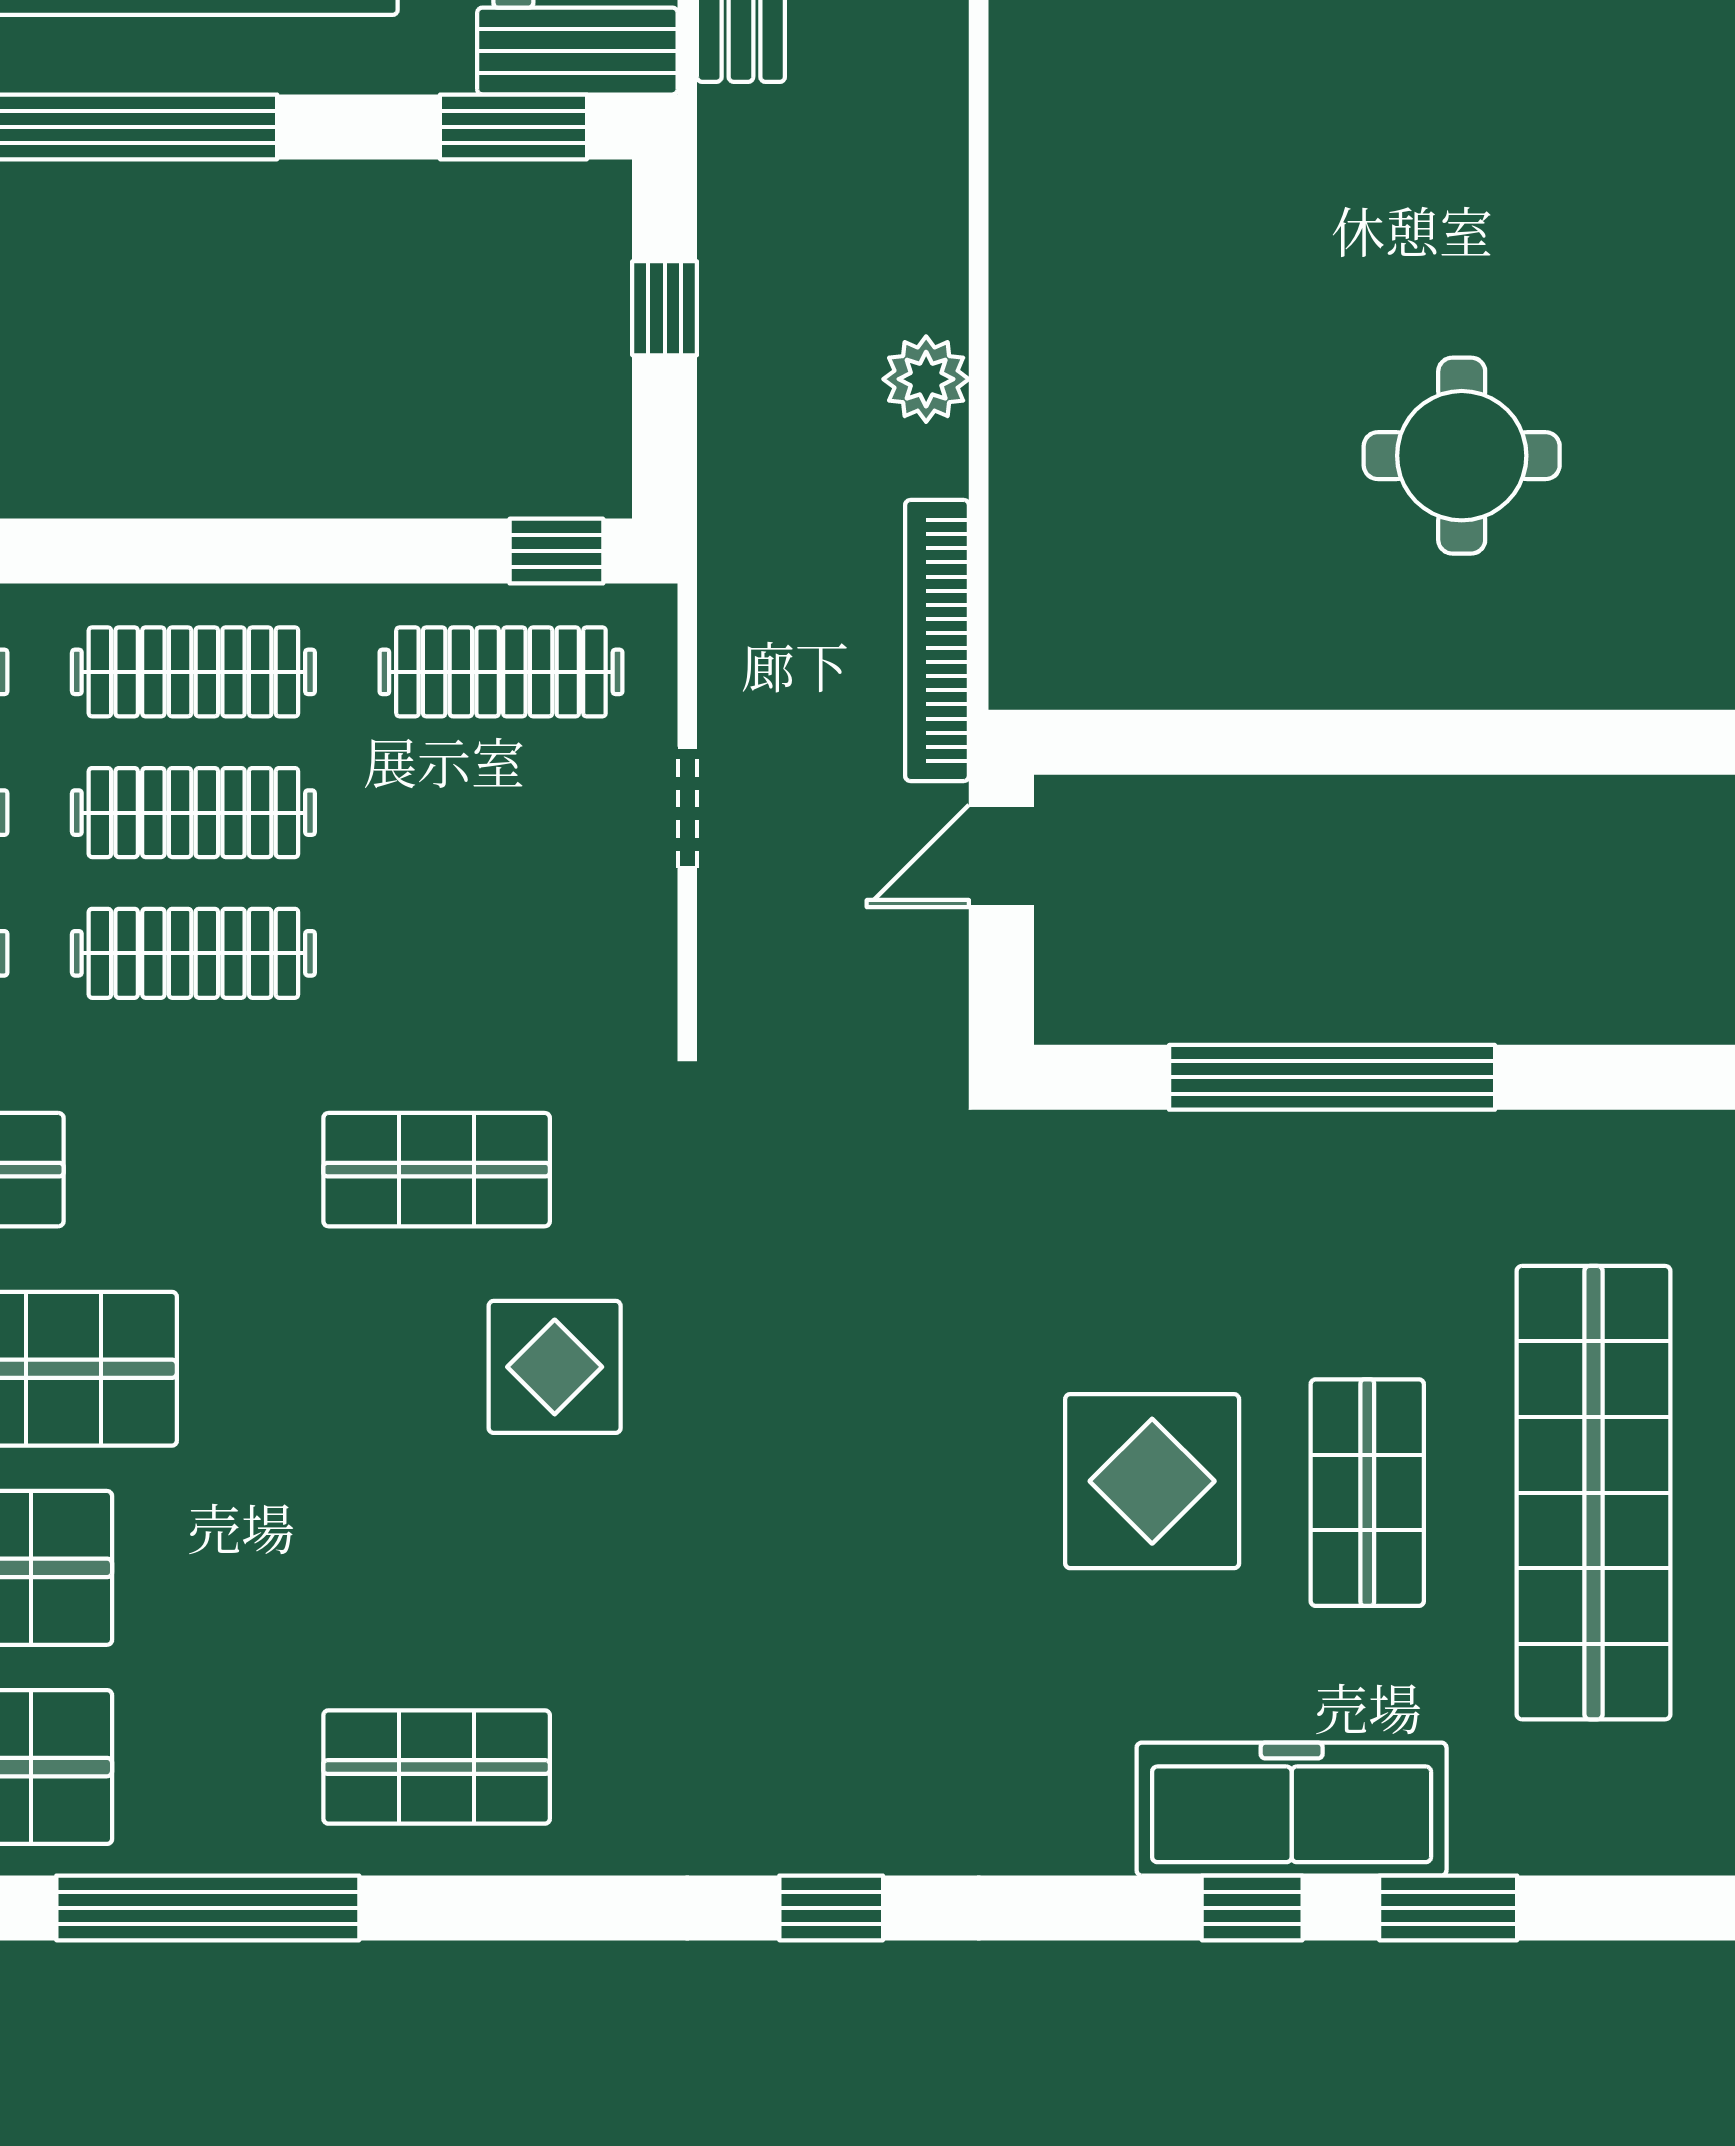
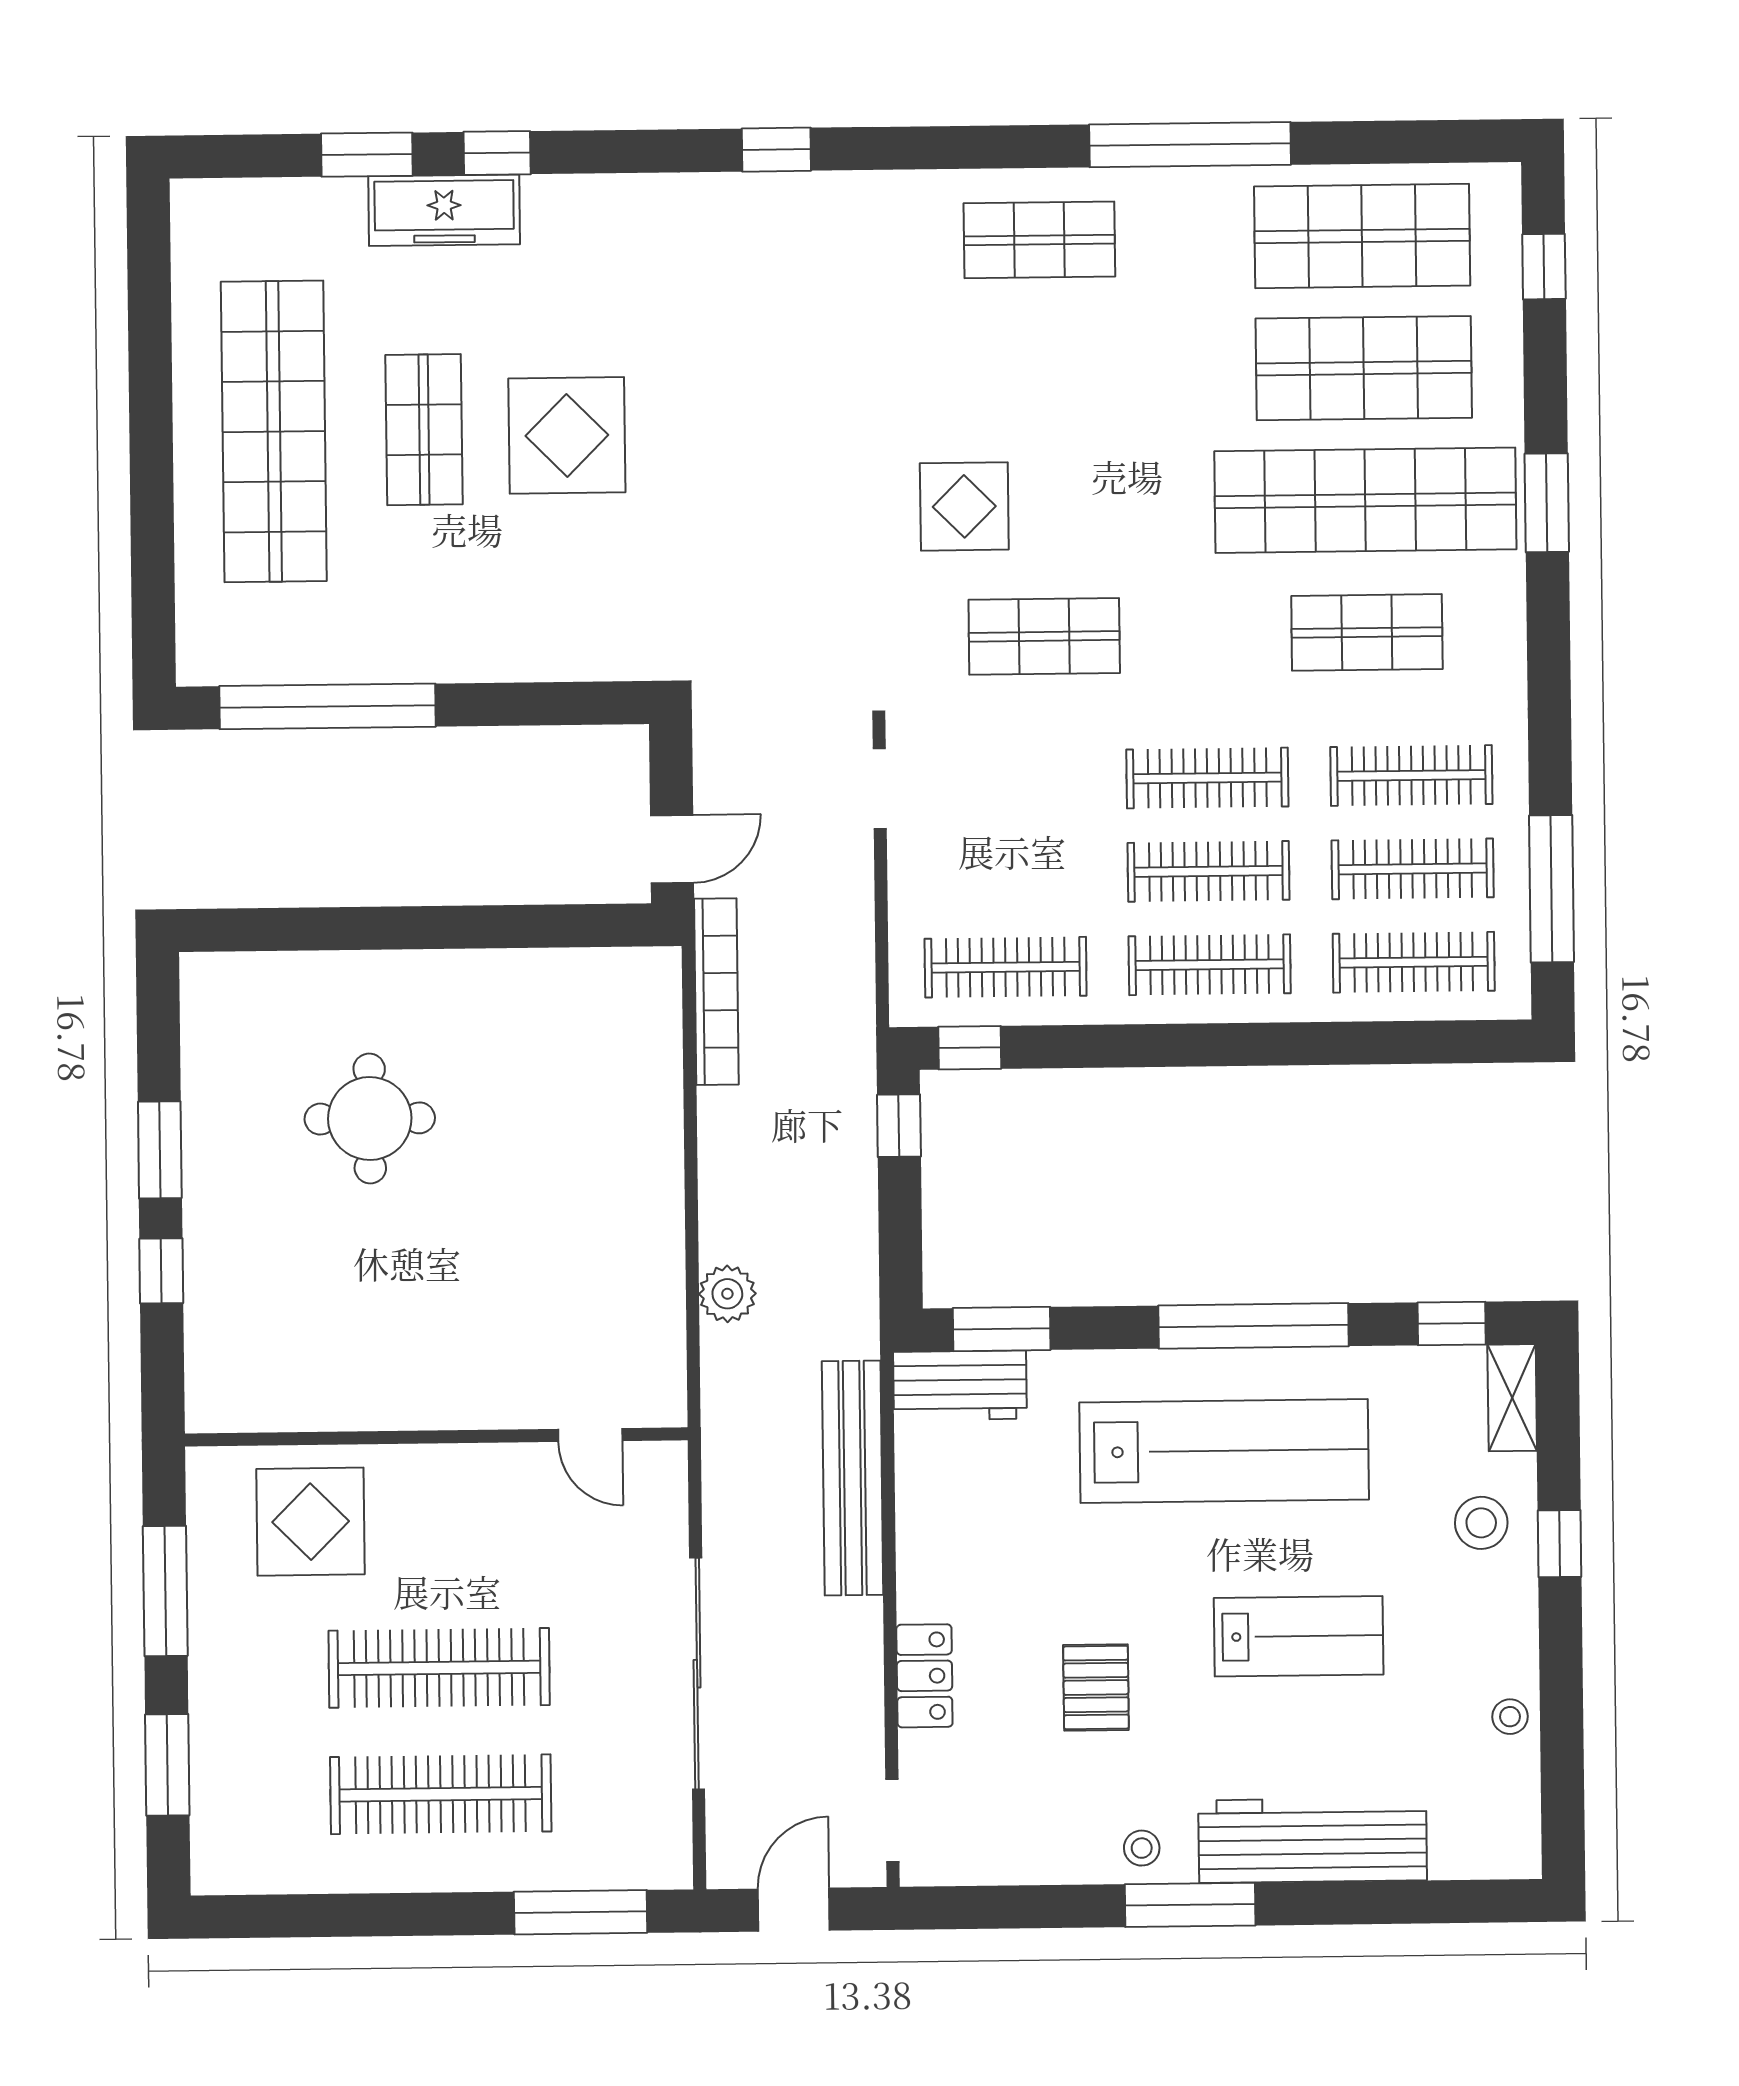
window: (665, 308) -> (899, 1126), moved
plant: (926, 379) -> (727, 1294), moved
doorway: (687, 808) -> (880, 788), moved
window: (1332, 1077) -> (327, 706), moved
freezer: (1292, 1809) -> (444, 210), width x0.73, depth x0.79

